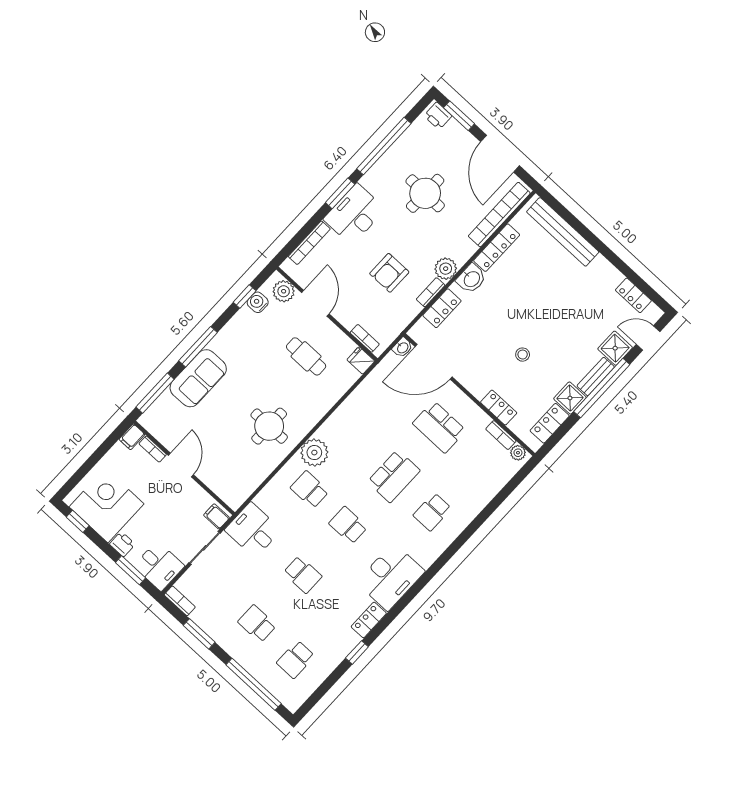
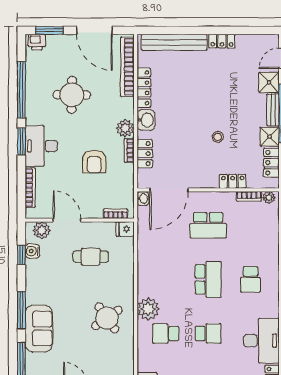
locker: (633, 295) -> (222, 41), moved
round table: (269, 426) -> (107, 318), turned -35
school desk: (348, 525) -> (208, 333), turned 180

